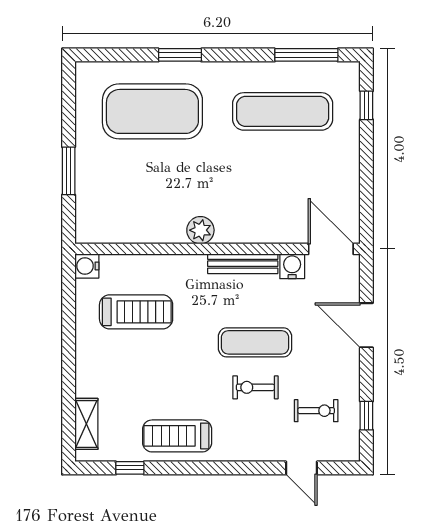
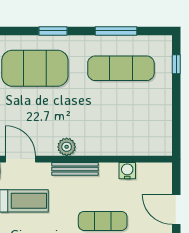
window: (306, 55) -> (116, 31), moved
door: (331, 249) -> (21, 159), moved
bench: (243, 264) -> (75, 169), moved

